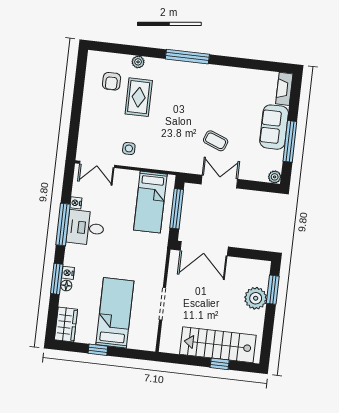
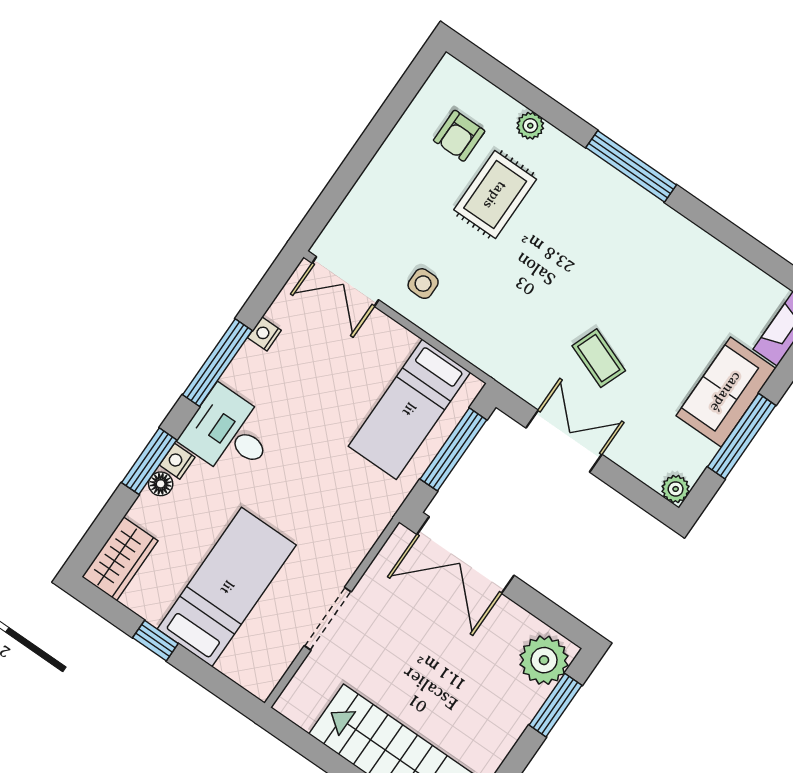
desk: (85, 228) -> (229, 433), moved
plant: (256, 298) -> (544, 660), moved

